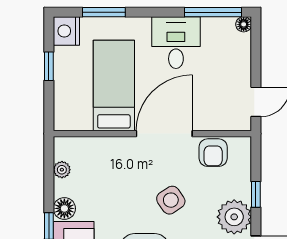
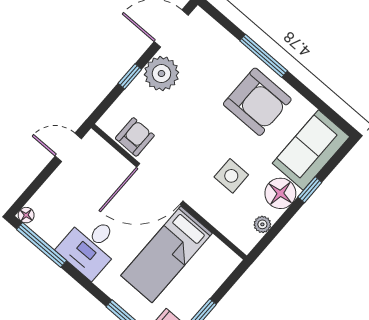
side table: (171, 200) -> (231, 176), moved, turned 34
floor lamp: (64, 208) -> (280, 193), width x1.38, depth x1.38

